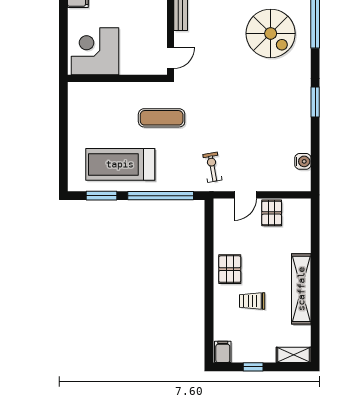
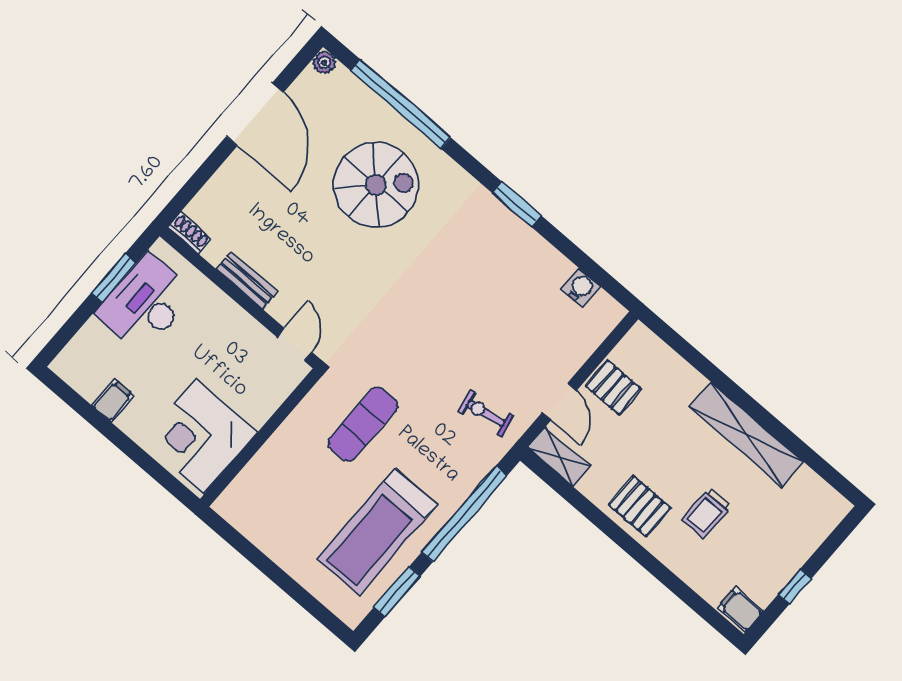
shelving: (294, 355) -> (559, 457), moved, turned 90

